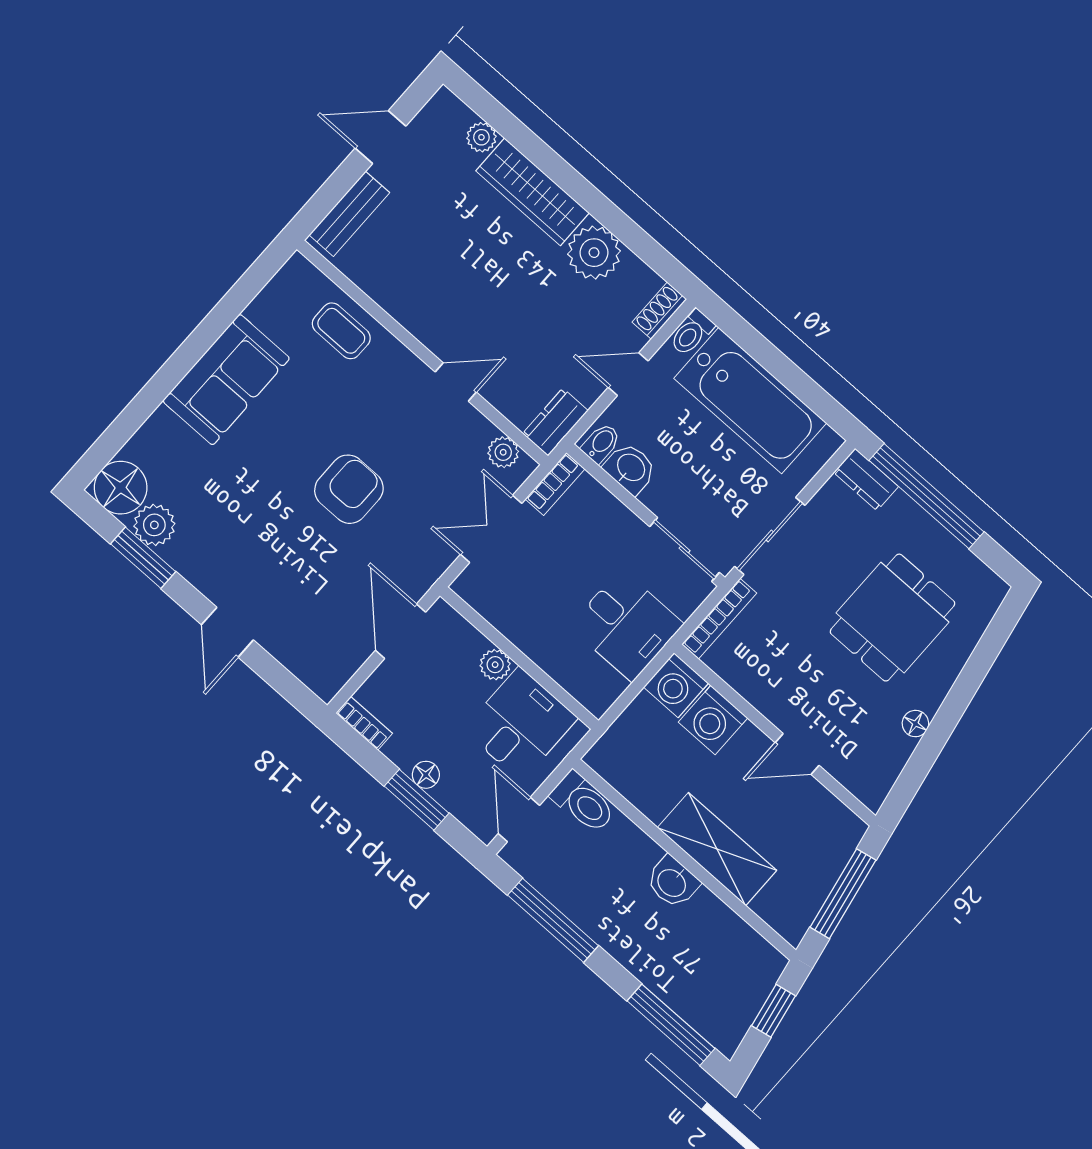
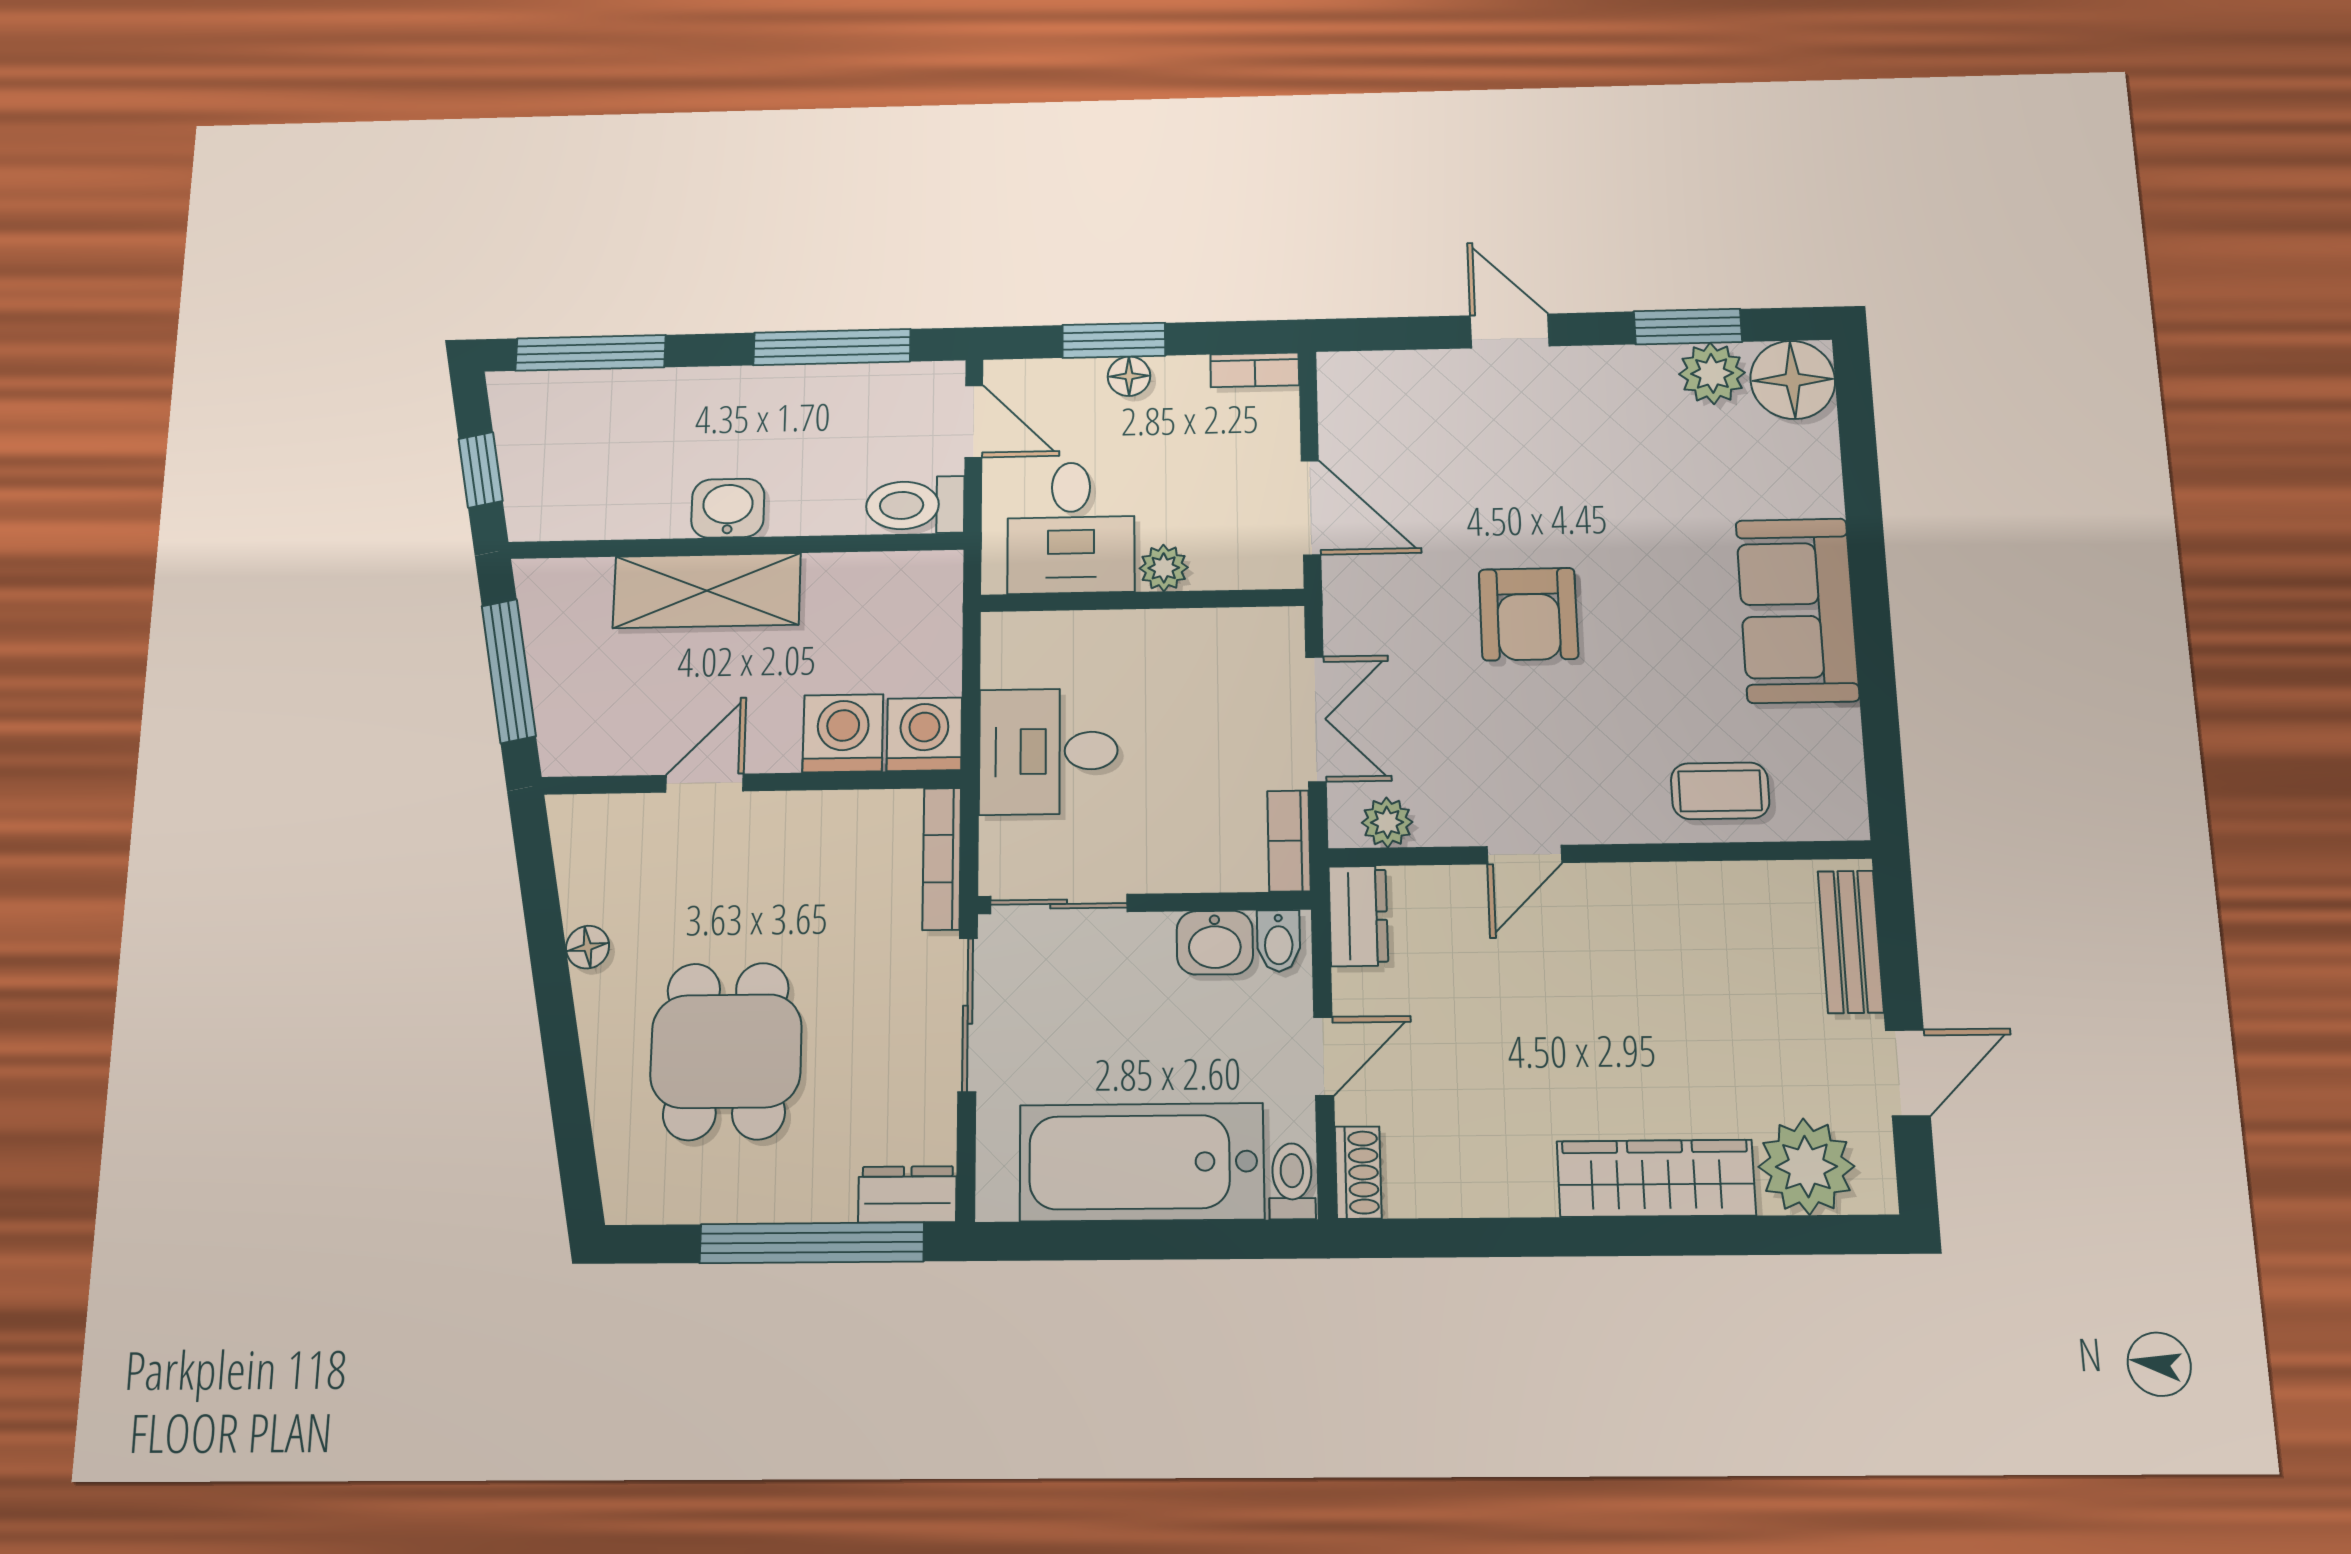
plant: (481, 137) -> (1806, 1167), width x1.87, depth x1.87
plant: (594, 253) -> (1508, 1171), removed

